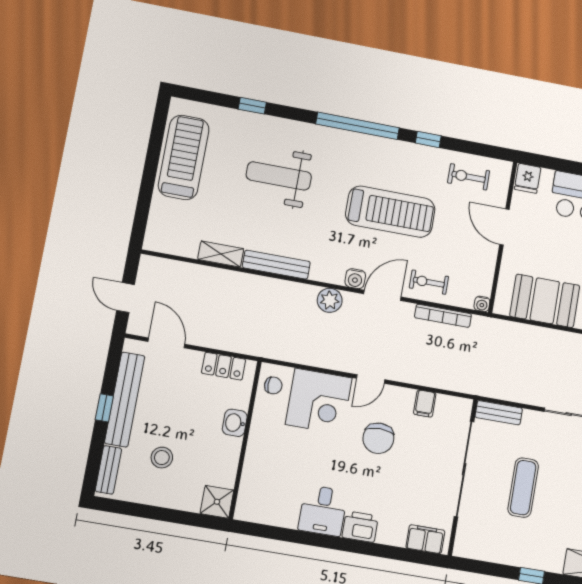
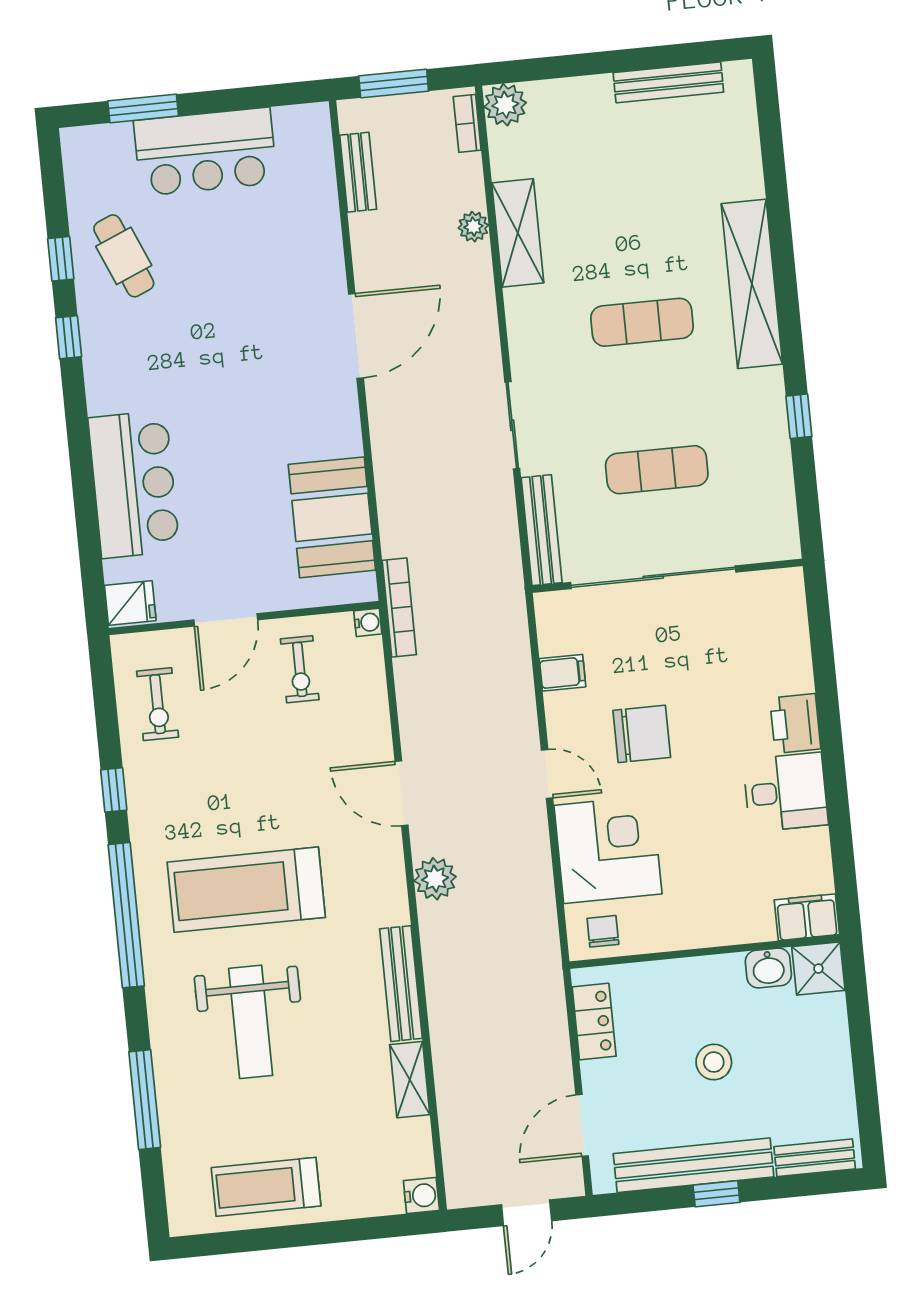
window: (252, 106) -> (145, 1100), width x2.17
treadmill: (184, 157) -> (266, 1187), width x0.73, depth x0.73
treadmill: (390, 212) -> (246, 890), moved, turned -90
water cooler: (355, 279) -> (421, 1196), moved
exercise bike: (429, 282) -> (300, 669), moved
bookcase: (443, 316) -> (399, 608), moved
bench: (499, 413) -> (542, 530), width x1.36
washbasin: (235, 423) -> (768, 968), moved
stool: (162, 458) -> (714, 1062), moved
filing cabinet: (425, 539) -> (807, 917), moved, turned 90

